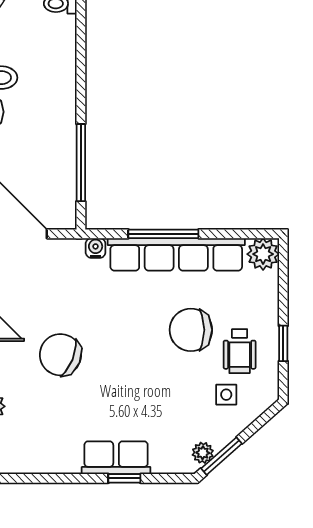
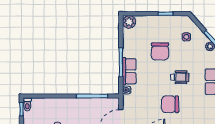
row of seats: (176, 254) -> (129, 71), width x0.50
wheelchair: (240, 351) -> (180, 77), moved
chair: (60, 355) -> (170, 104), turned 68

